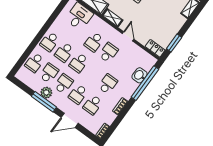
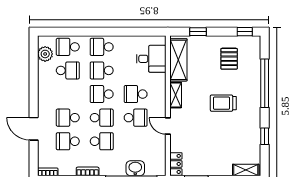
door: (128, 36) -> (168, 126), swing flipped
school desk: (64, 84) -> (102, 118), moved
plant: (46, 93) -> (45, 54), moved
window: (44, 102) -> (34, 87), removed

